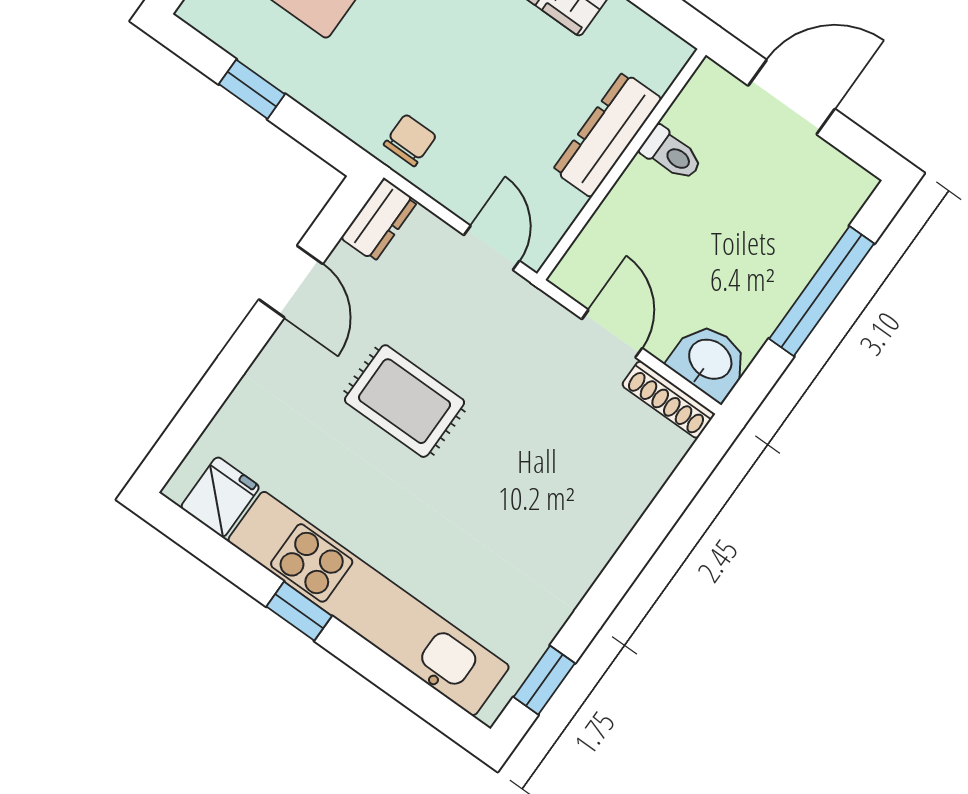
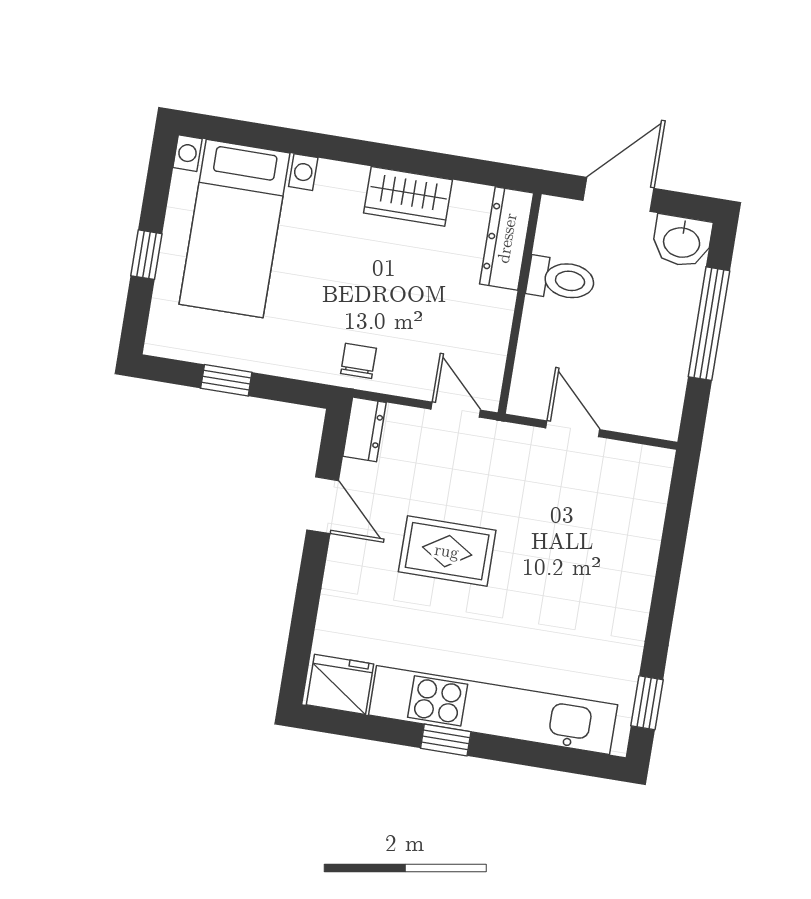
dresser: (607, 134) -> (507, 238), moved
toilet: (671, 154) -> (561, 279), width x1.37, depth x1.39
washbasin: (709, 361) -> (682, 241), moved, turned 180
shoe rack: (668, 400) -> (637, 456), removed
fridge: (220, 497) -> (340, 684), width x1.38

